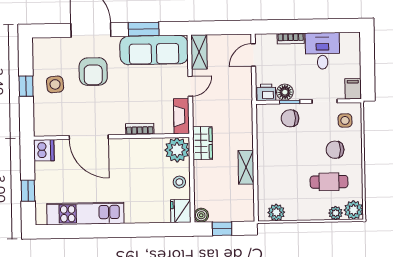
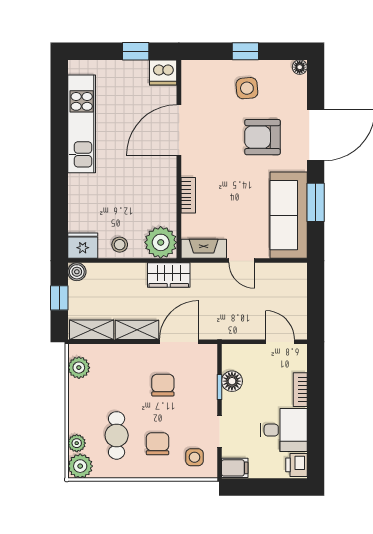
floor lamp: (38, 43) -> (300, 67), added
shelving: (199, 52) -> (92, 330), moved
printer: (266, 92) -> (296, 465), moved, turned 180
chair: (290, 118) -> (163, 385), moved
door: (255, 134) -> (179, 342), added
window: (28, 191) -> (136, 51), moved

